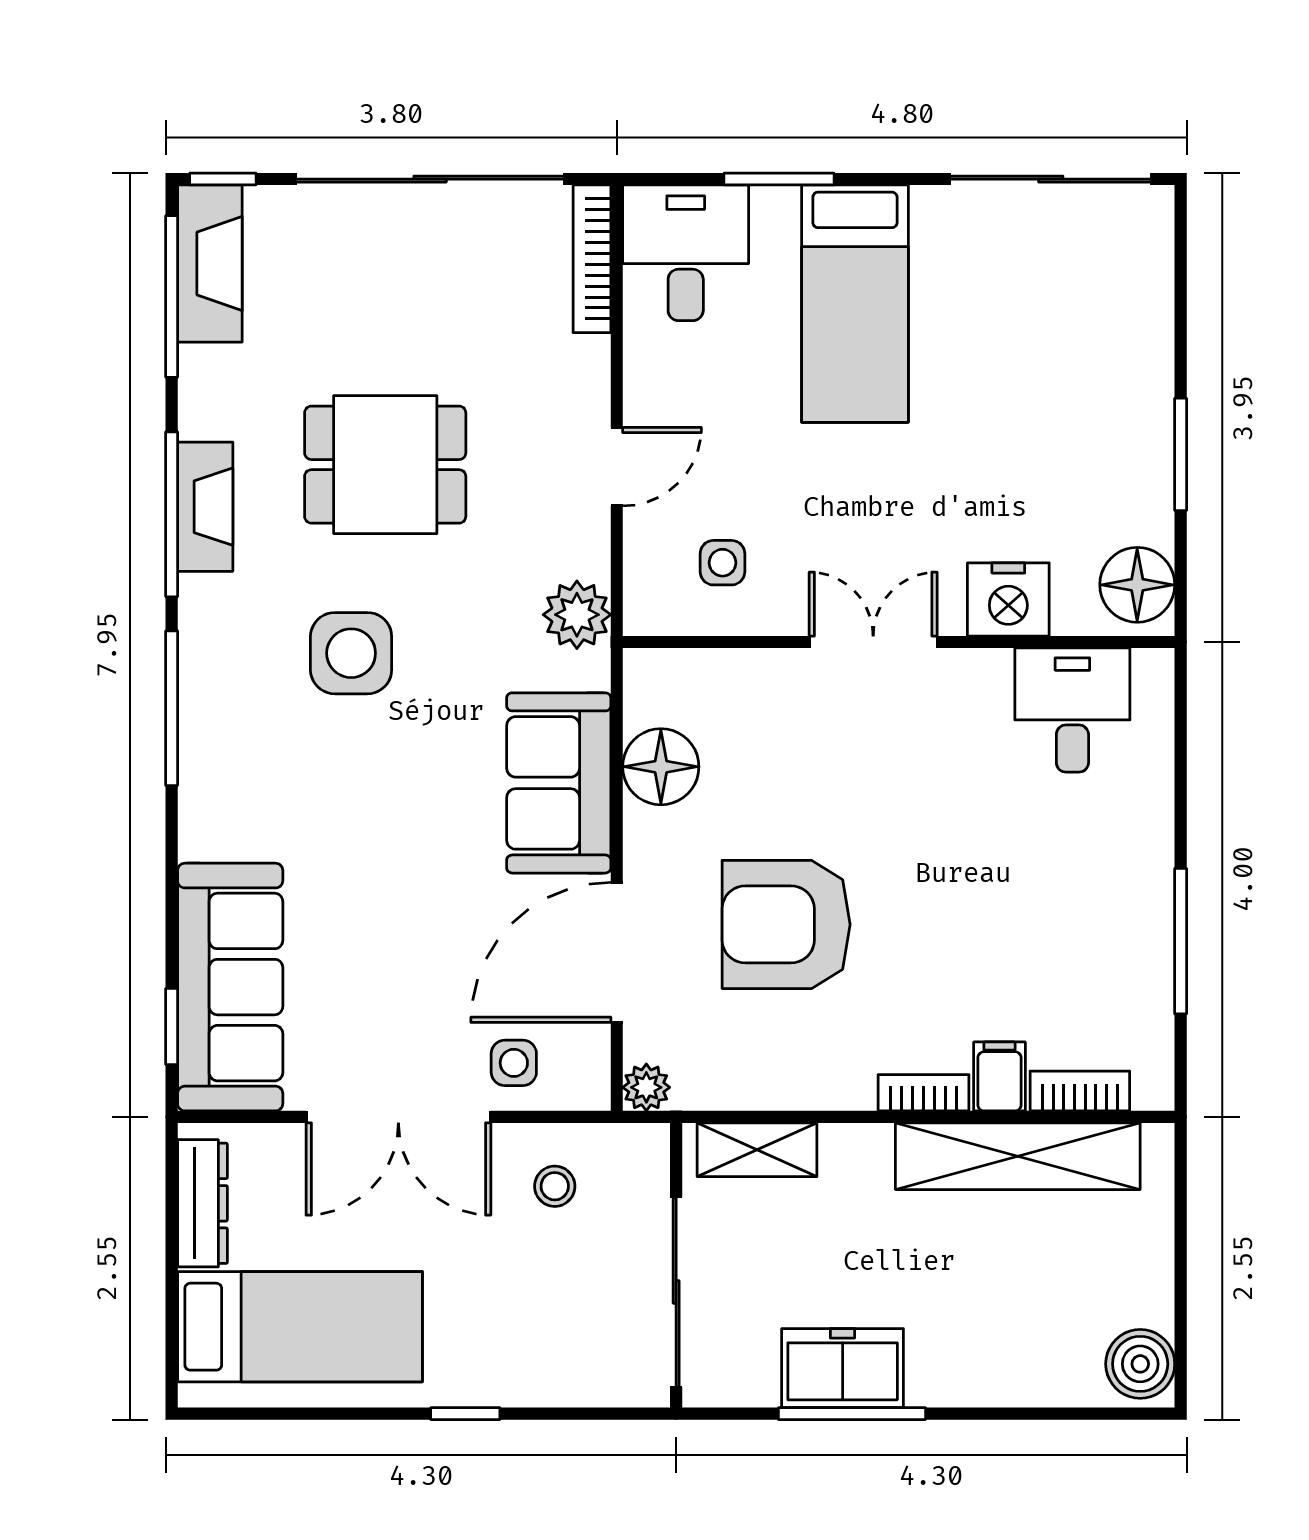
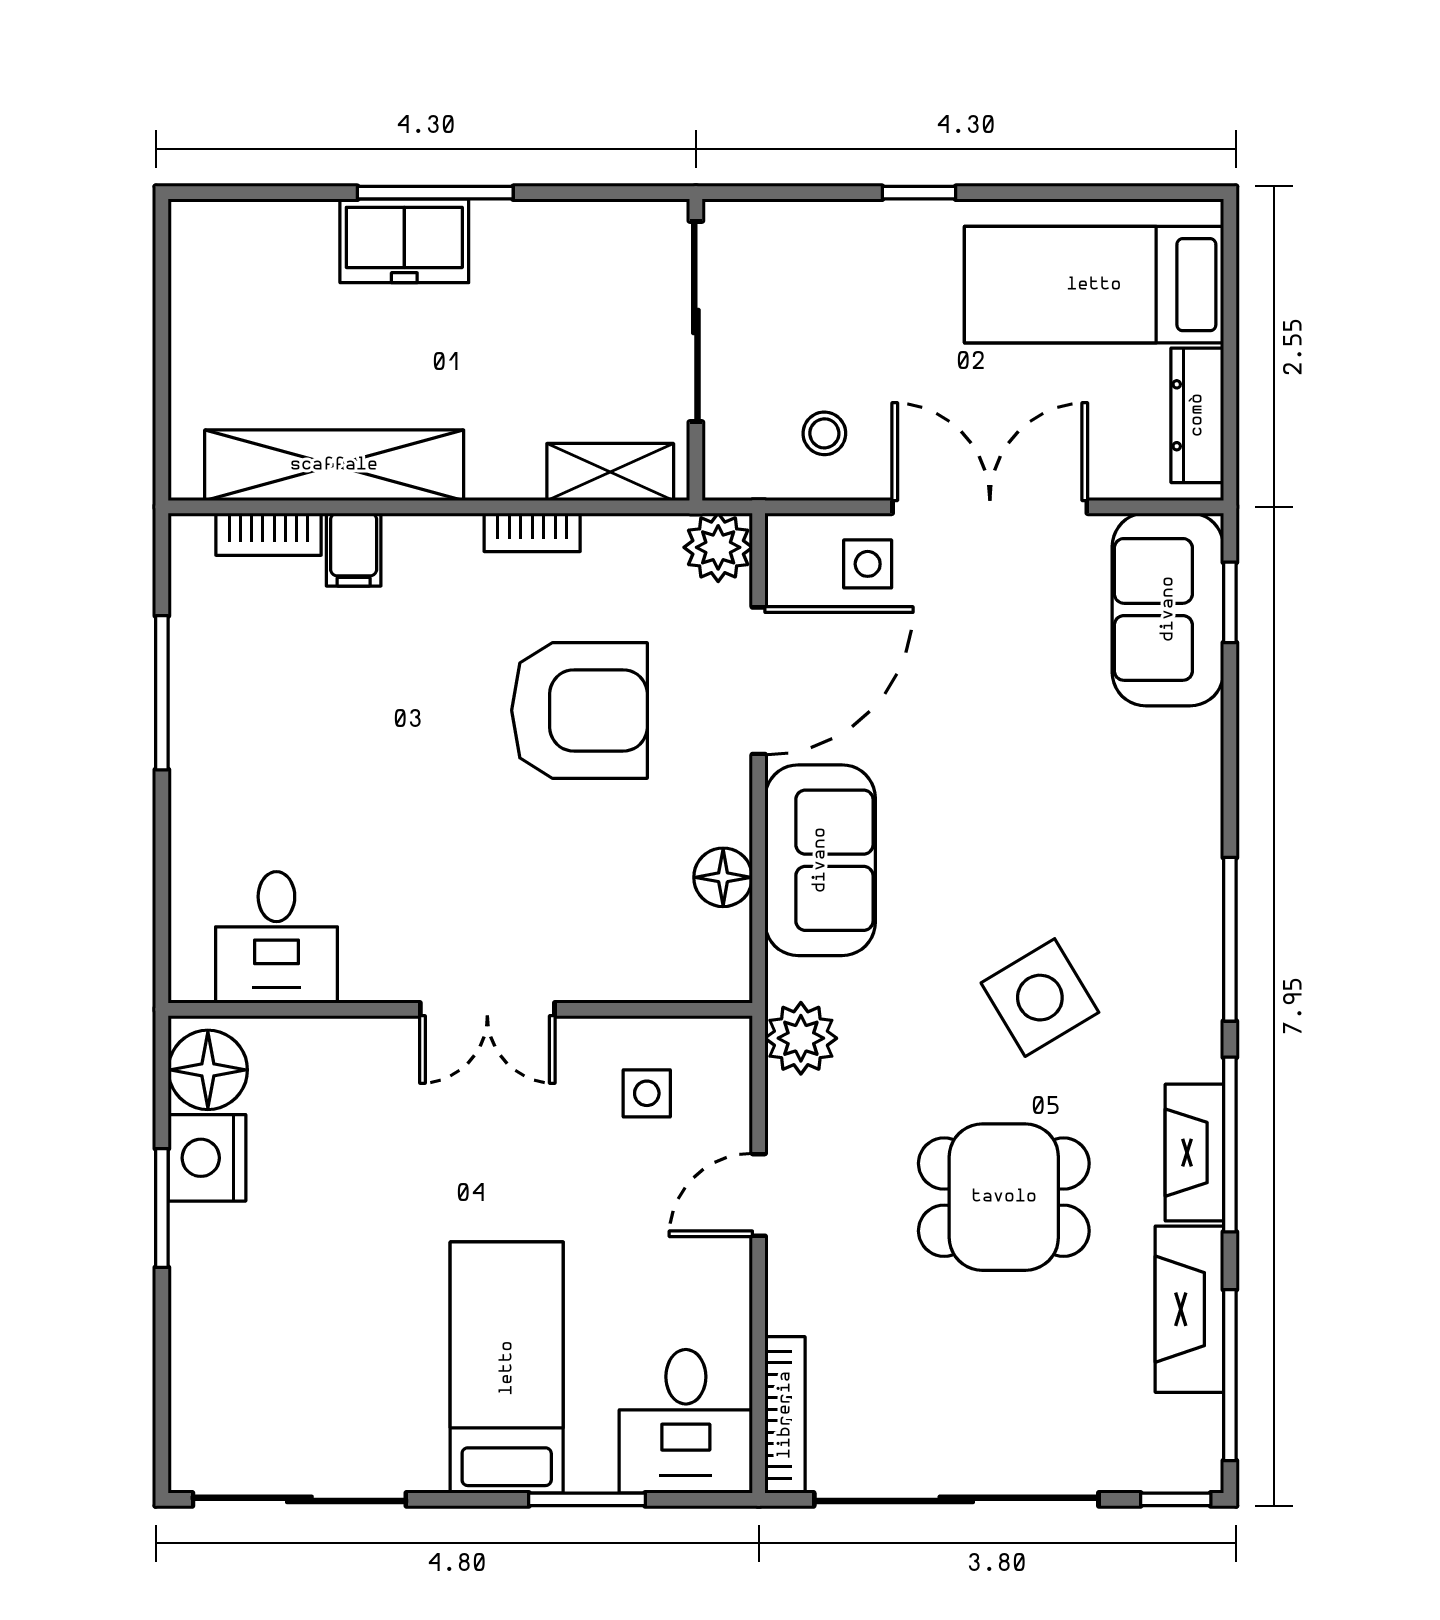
fireplace: (210, 264) -> (1189, 1309), moved
nightstand: (1008, 599) -> (207, 1158), moved, turned -90
side table: (351, 653) -> (1040, 998), turned -31
floor lamp: (661, 767) -> (723, 877), width x0.73, depth x0.73
sofa: (230, 987) -> (1168, 609), width x0.73
plant: (646, 1087) -> (718, 547), width x1.38, depth x1.38
bookcase: (923, 1093) -> (532, 532), moved
boiler: (1140, 1364) -> (205, 245), removed
freezer: (843, 1368) -> (404, 241), moved
window: (852, 1414) -> (435, 193), moved

